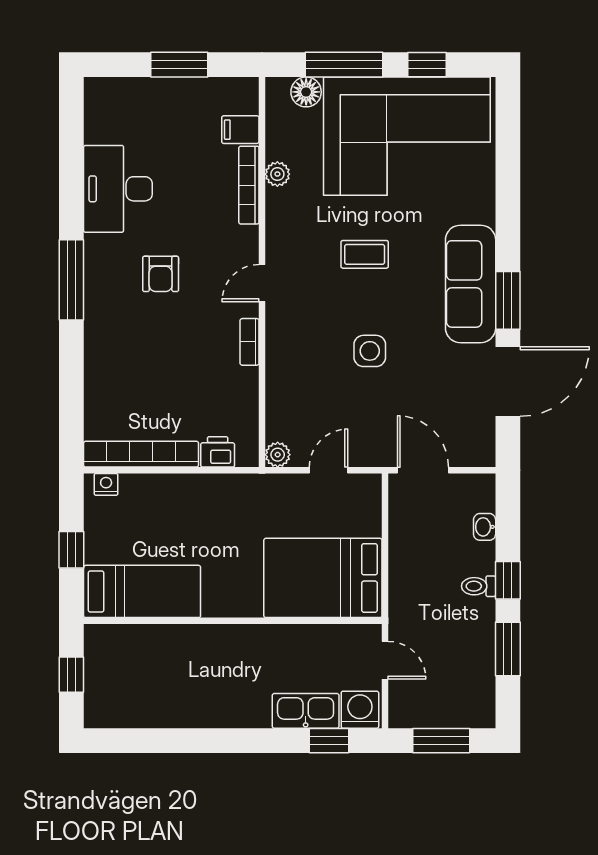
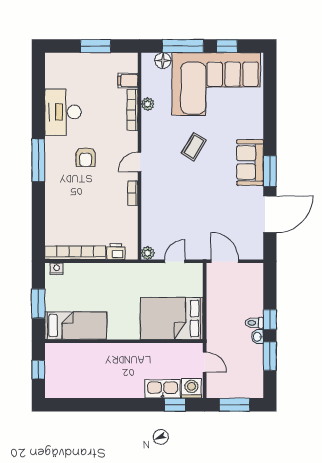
coffee table: (365, 254) -> (194, 147), turned -59
sofa: (471, 284) -> (250, 162), width x0.73
side table: (370, 351) -> (197, 198), removed
washbasin: (485, 527) -> (258, 337), moved
window: (71, 550) -> (38, 303), width x1.50

